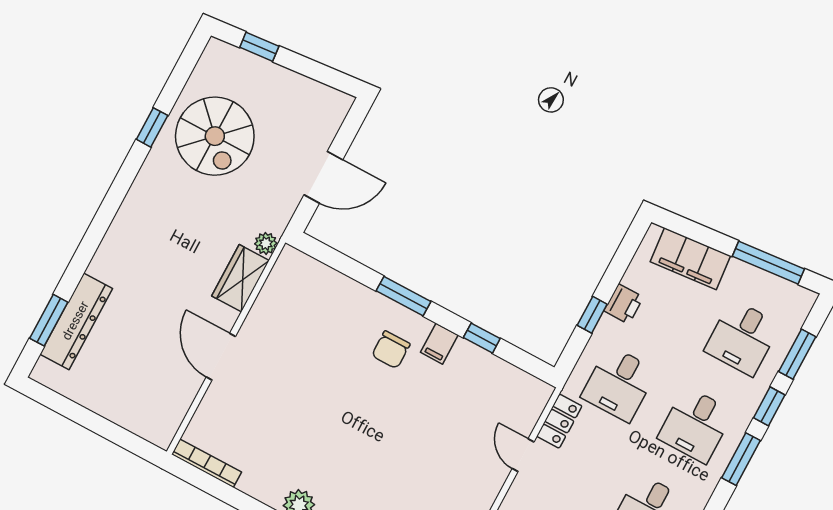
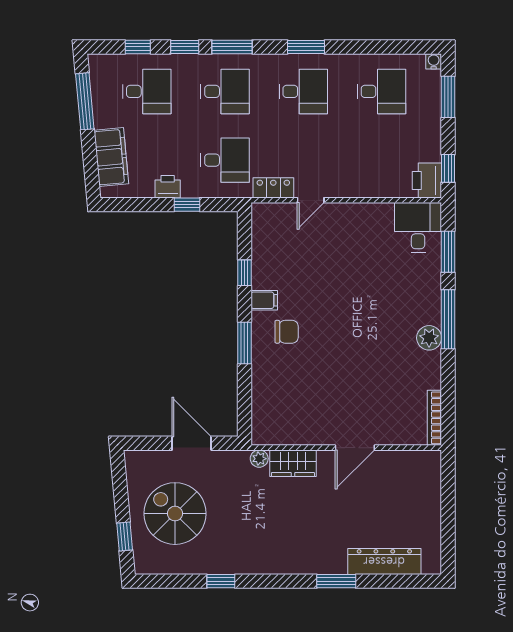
spiral stairs: (215, 136) -> (175, 514), moved, turned -90
window: (49, 320) -> (336, 581), moved
window: (797, 354) -> (138, 47), width x0.67

